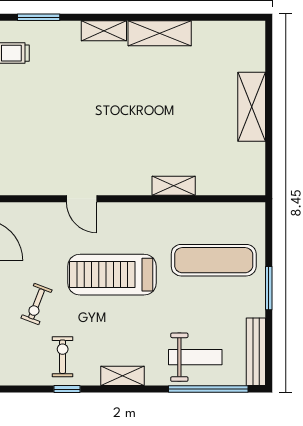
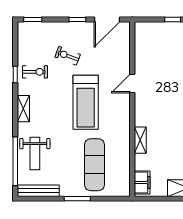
filing cabinet: (243, 183) -> (142, 183), added
treadmill: (112, 275) -> (86, 102), turned 180

